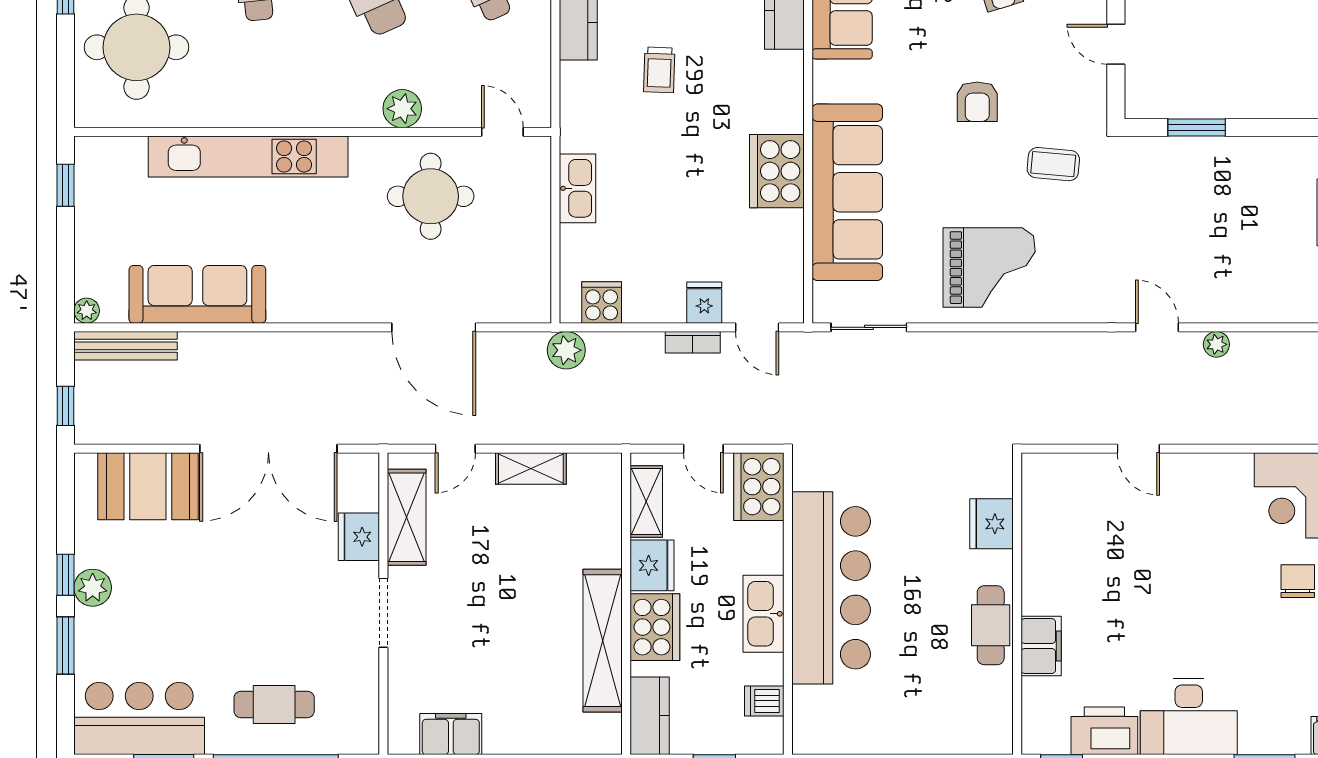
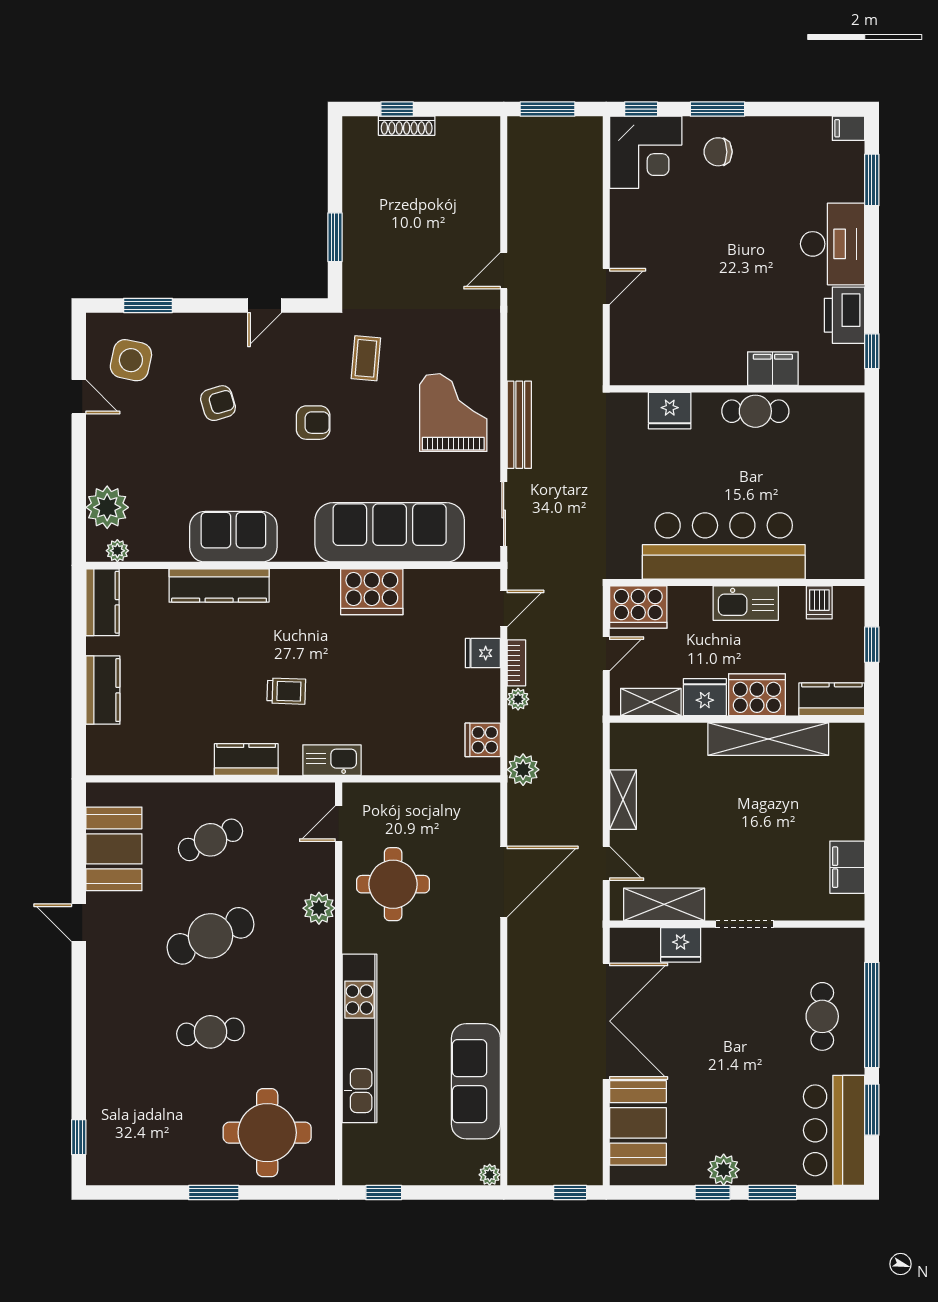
kitchen sink: (578, 188) -> (332, 760), moved
plant: (1216, 344) -> (518, 699), moved
bench: (126, 346) -> (519, 425), moved

